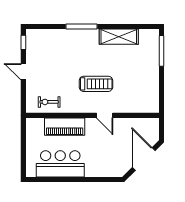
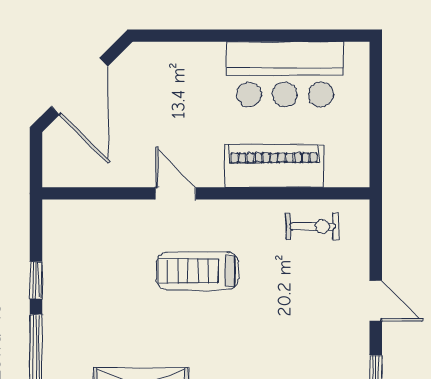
window: (161, 80) -> (36, 280), added

